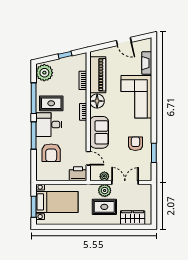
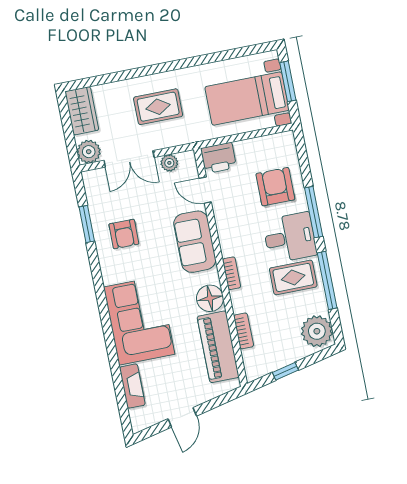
door: (124, 41) -> (182, 417), swing flipped
plant: (105, 191) -> (89, 152), moved
wardrobe: (133, 218) -> (82, 111), moved, turned -90

